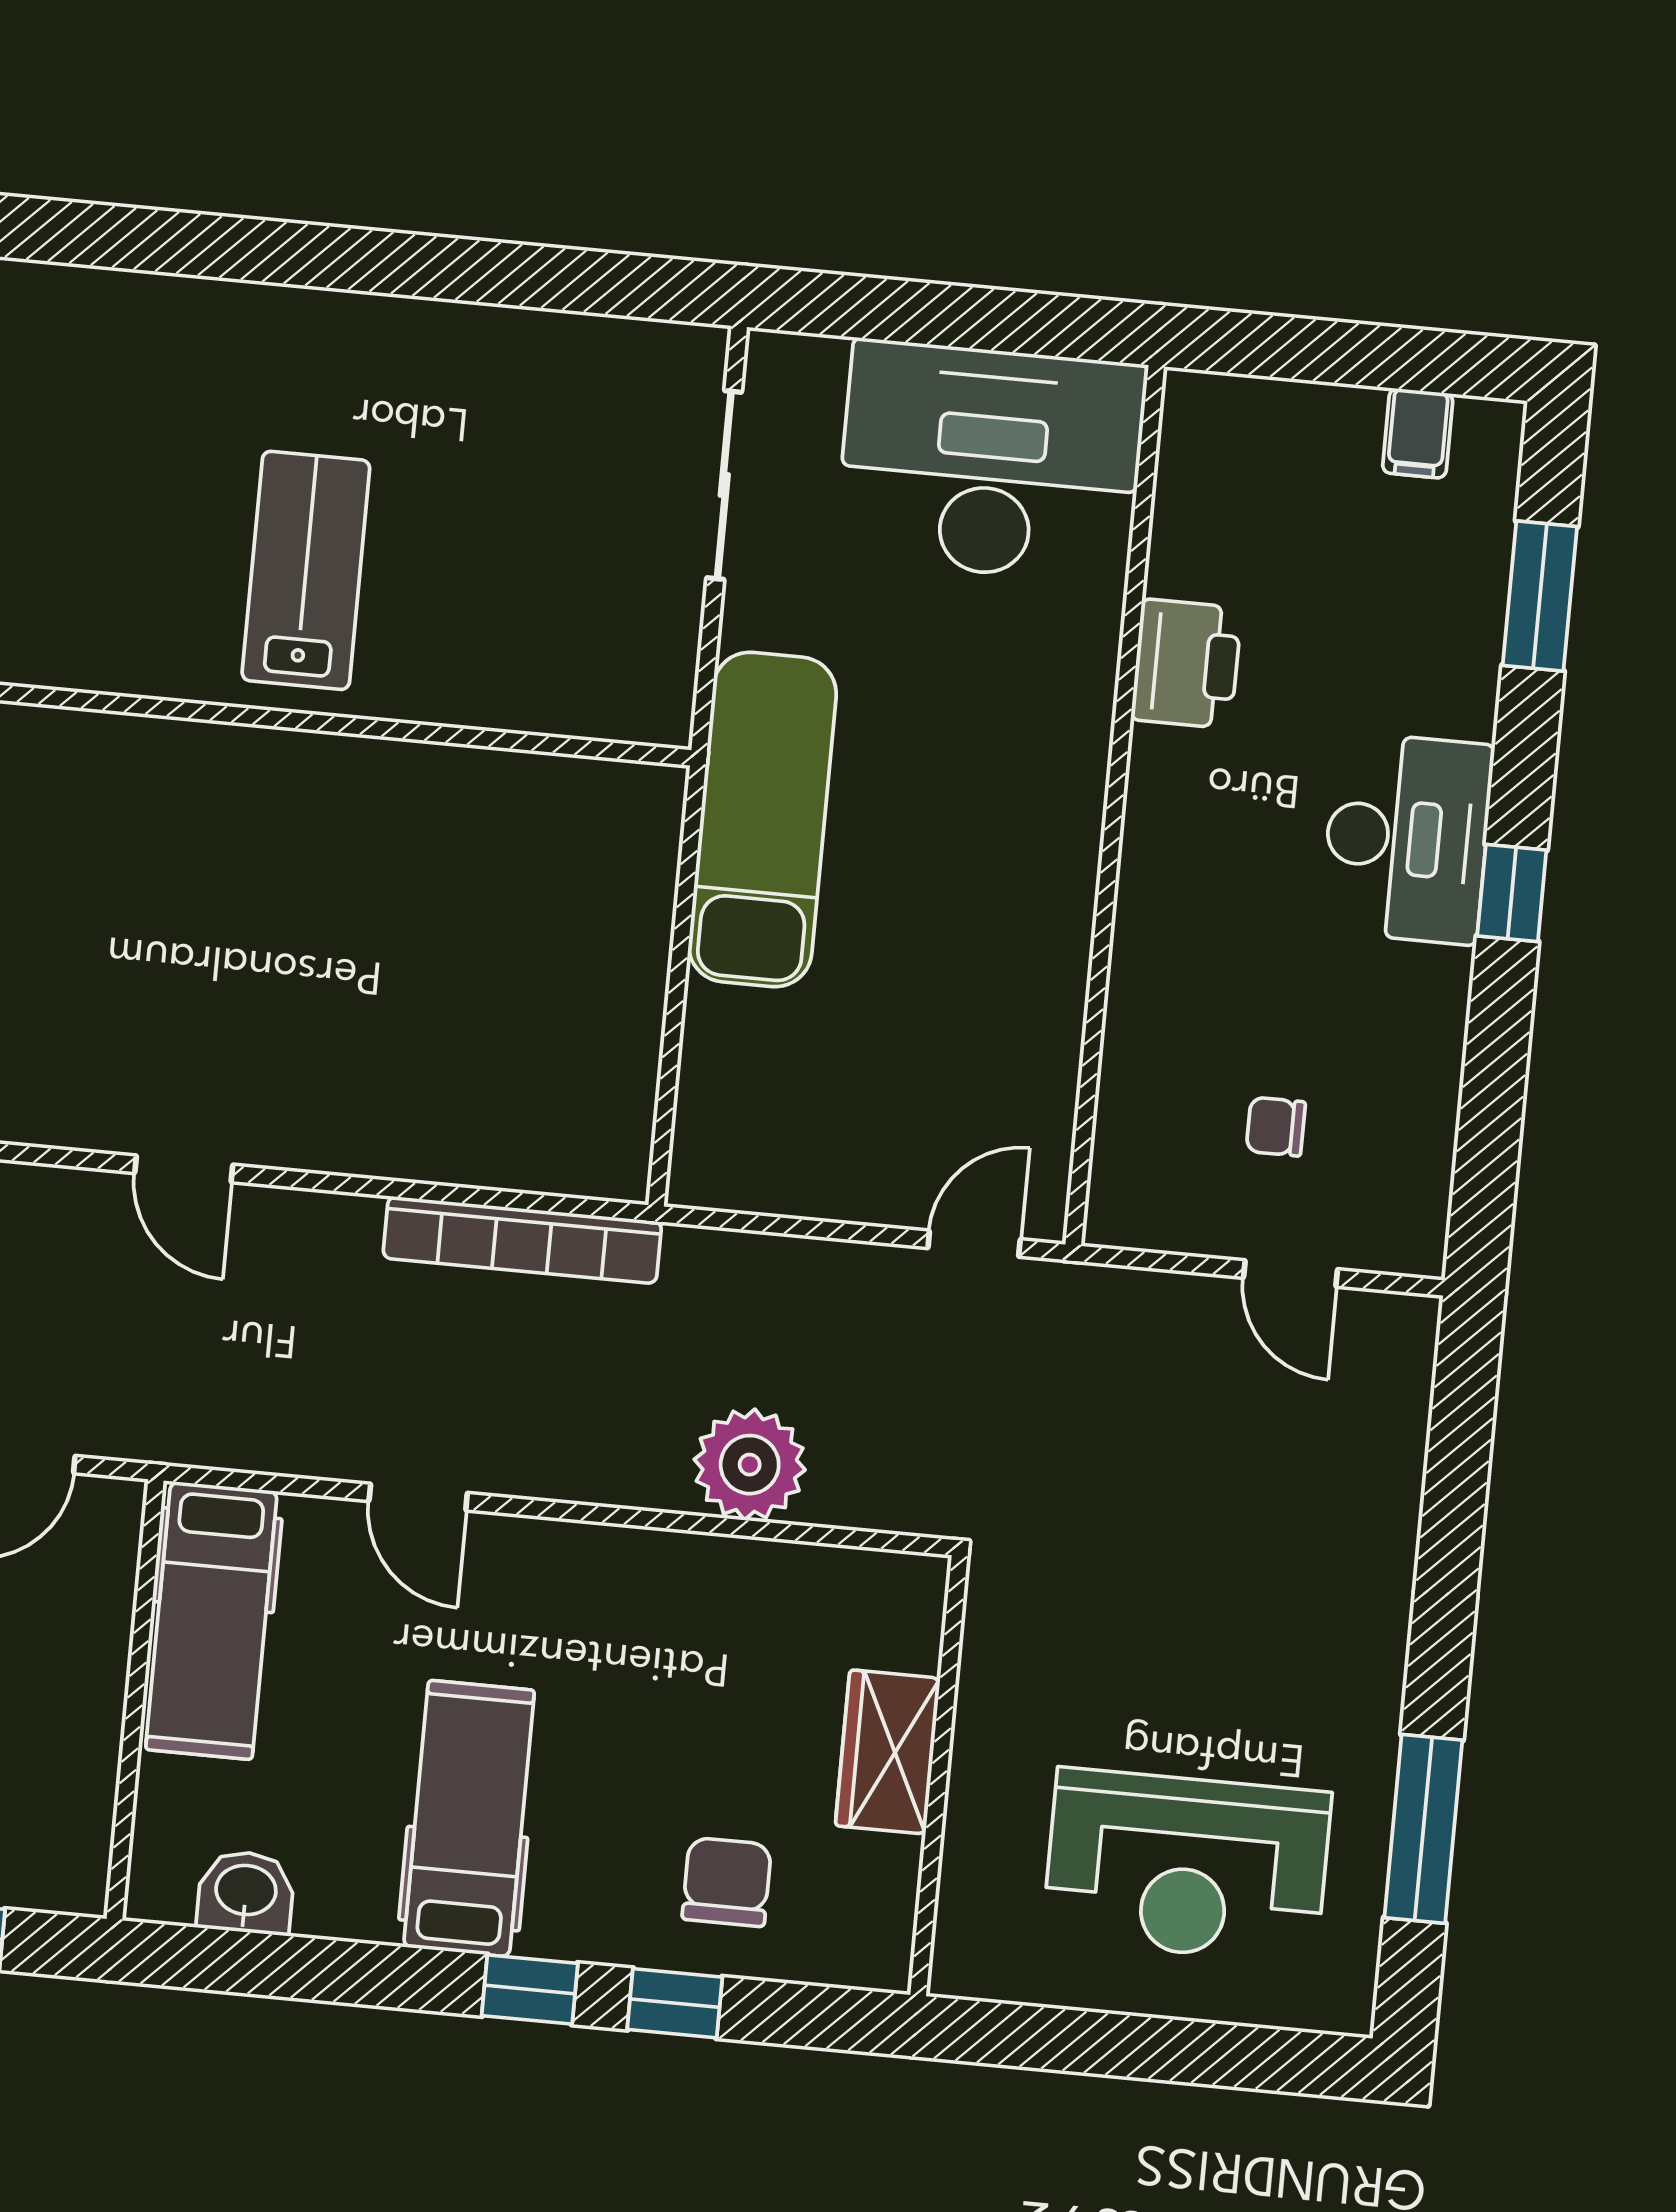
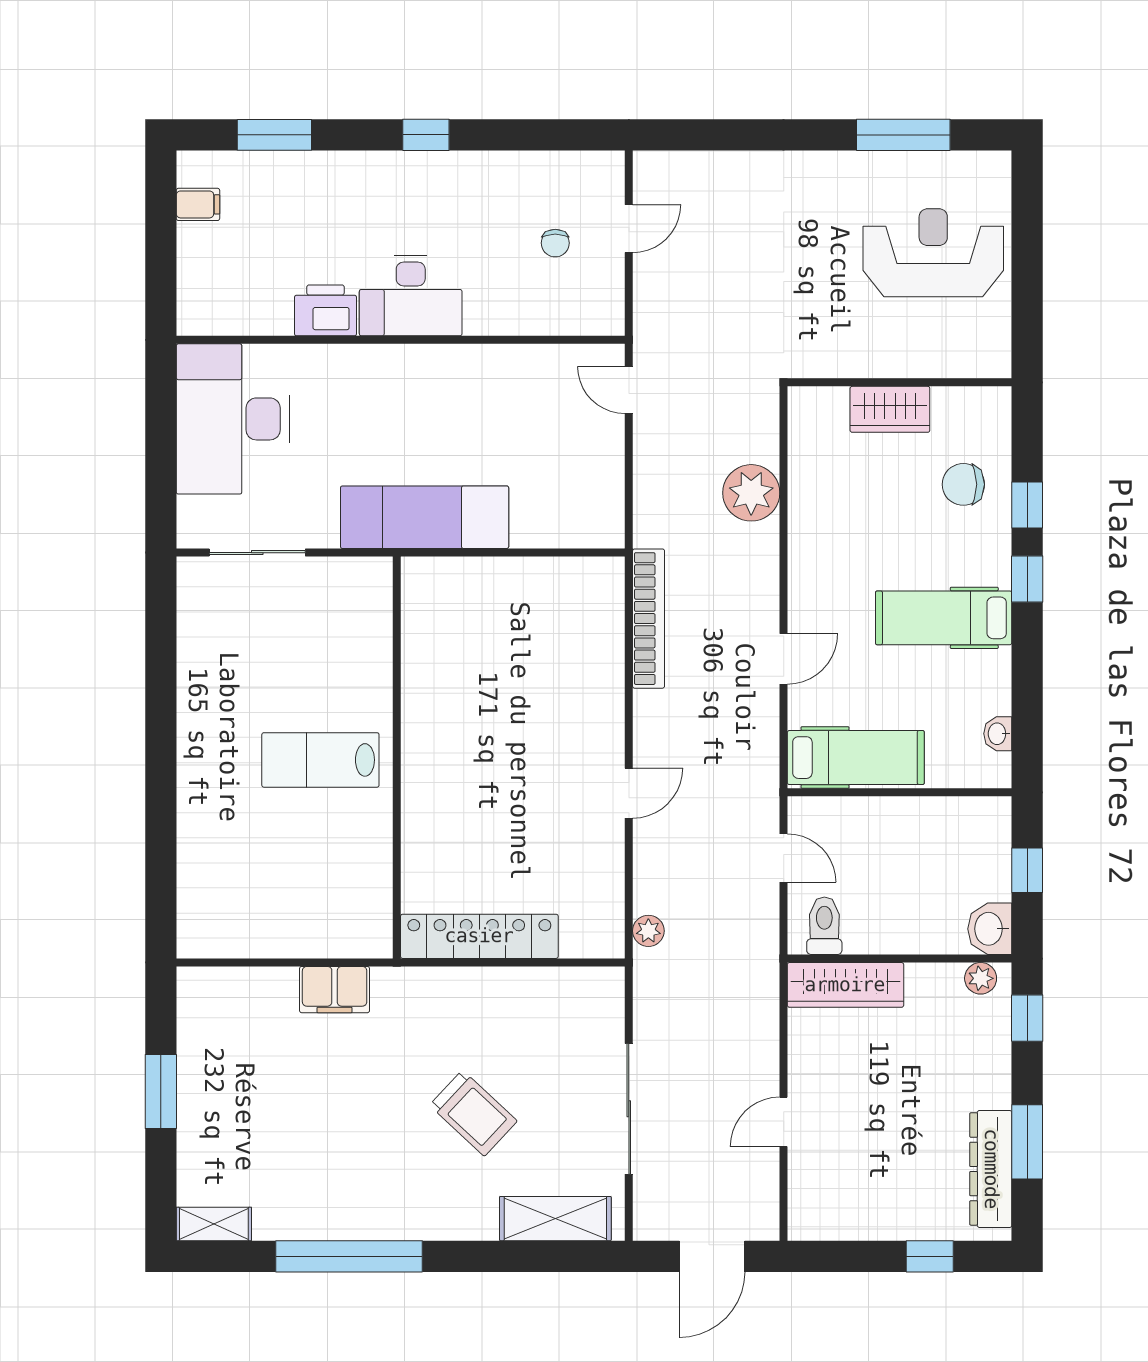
desk: (1407, 838) -> (411, 296), moved, turned 180
reception desk: (1187, 1866) -> (933, 253), turned -90
washbasin: (246, 1892) -> (998, 734), width x0.72, depth x0.69

